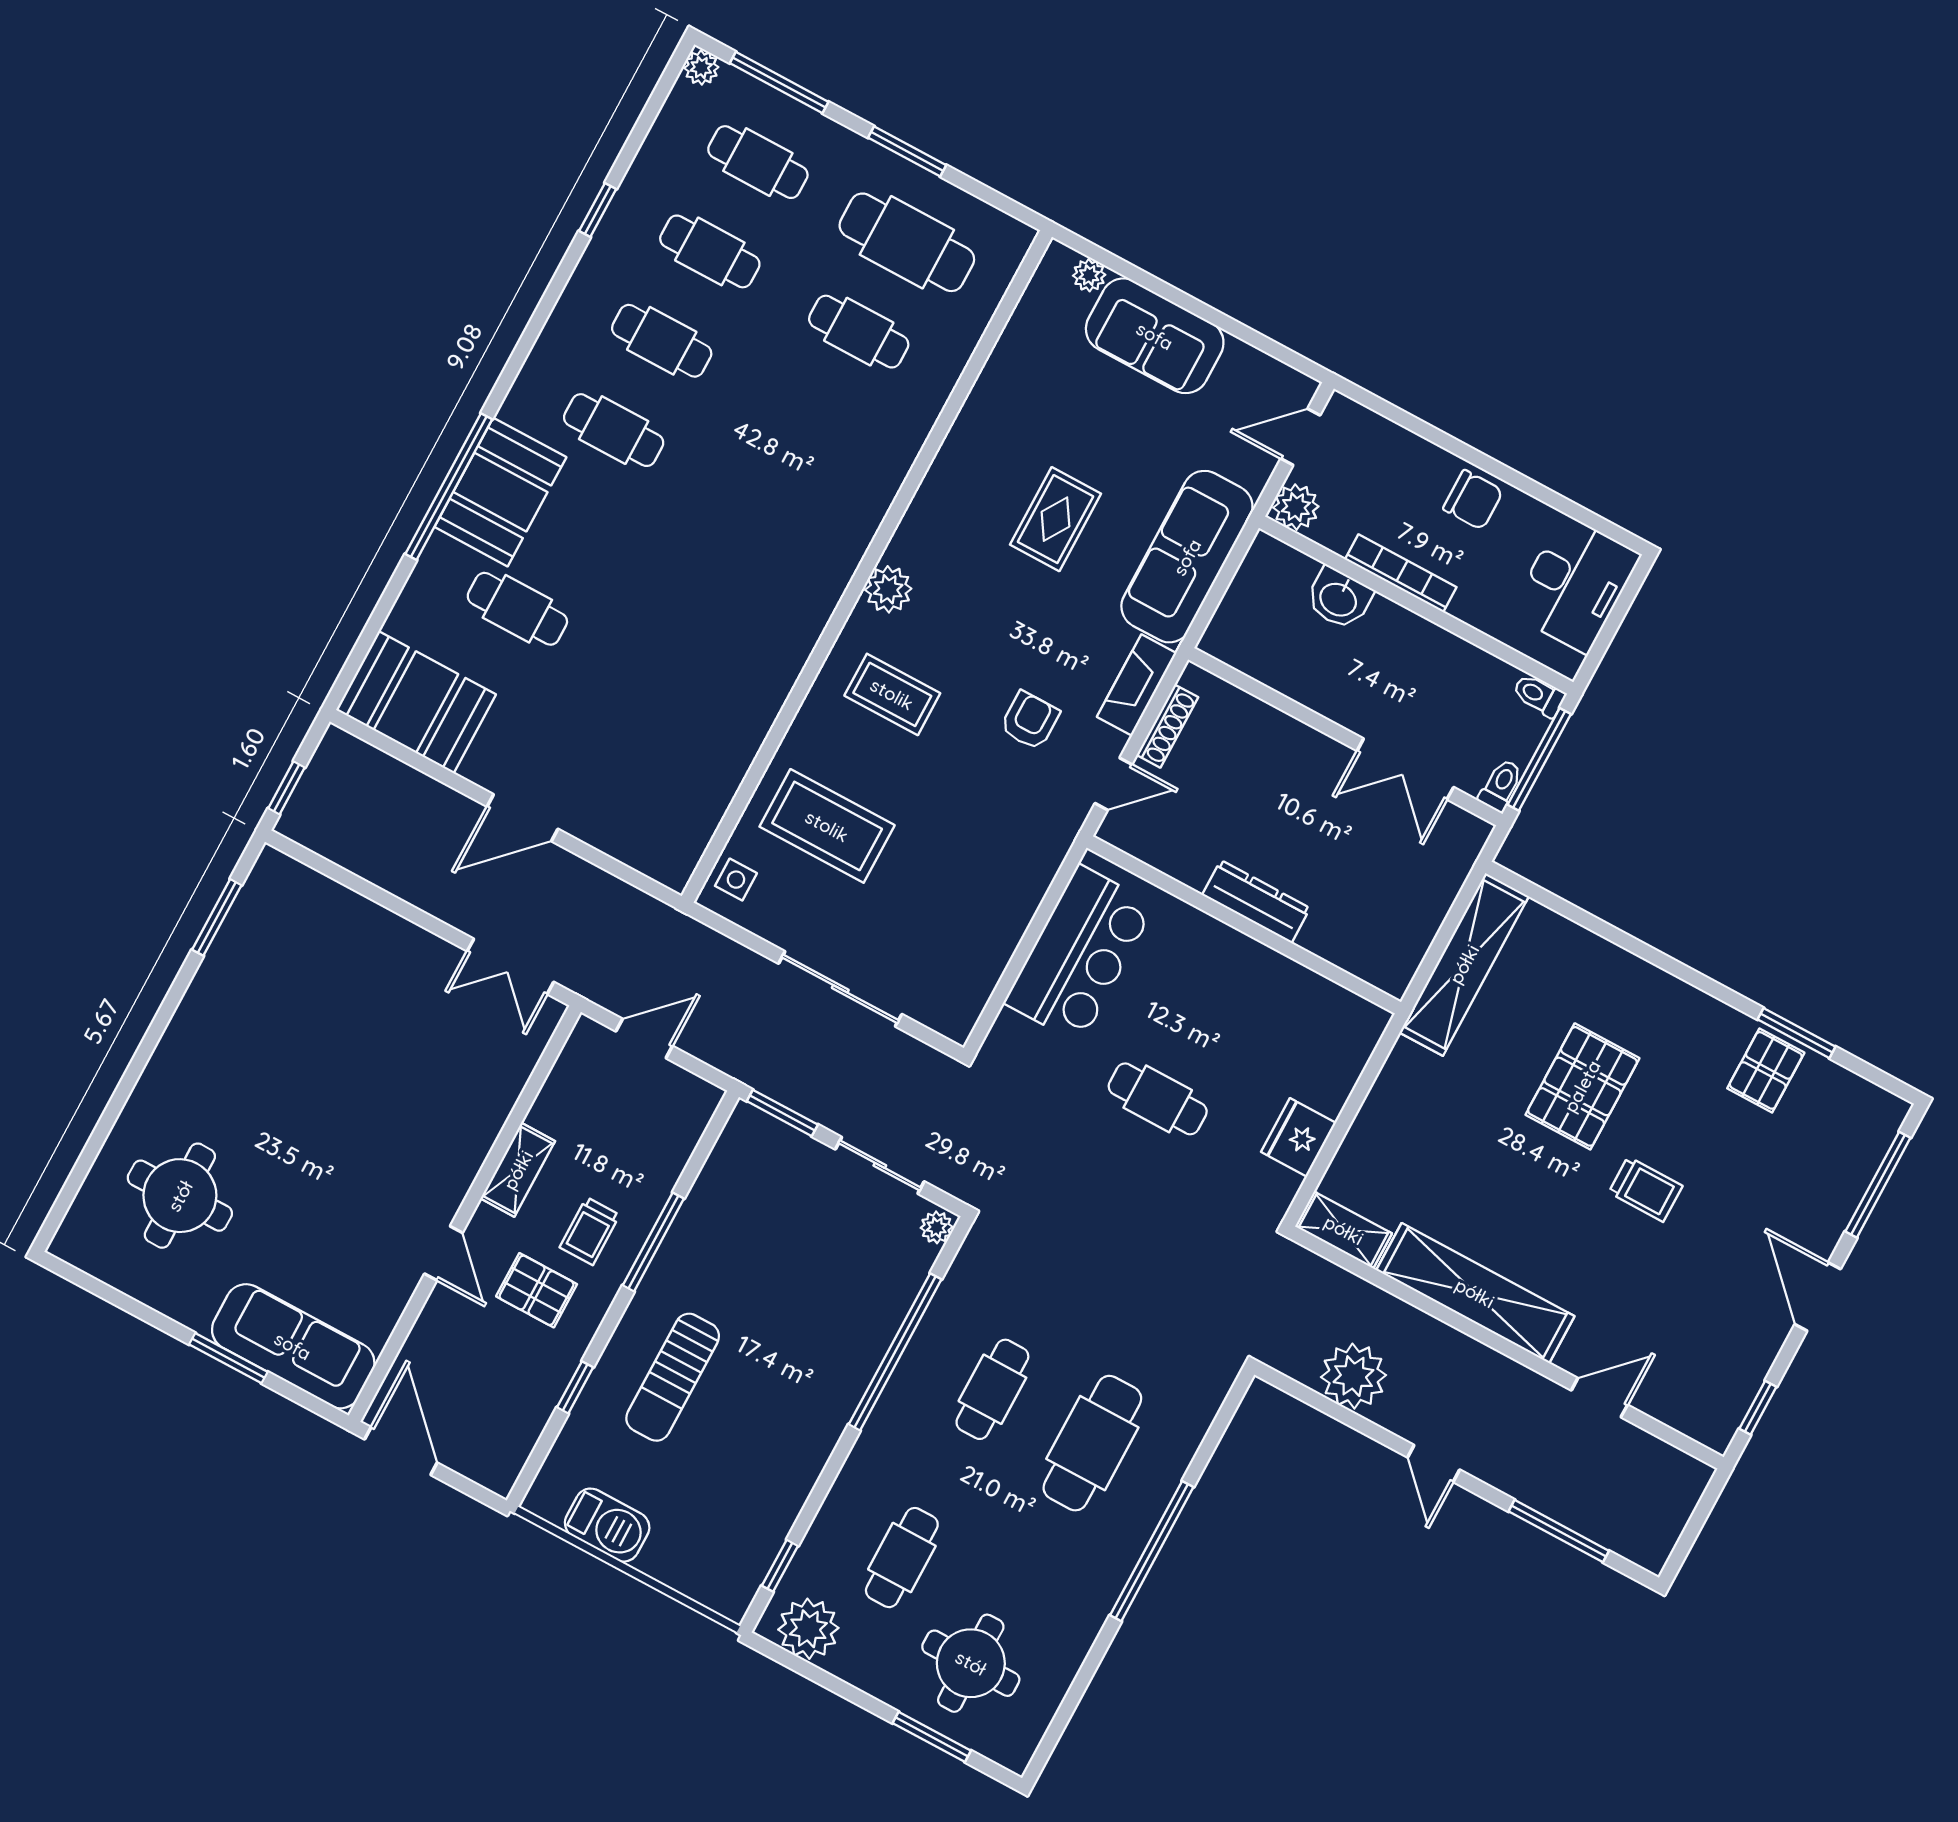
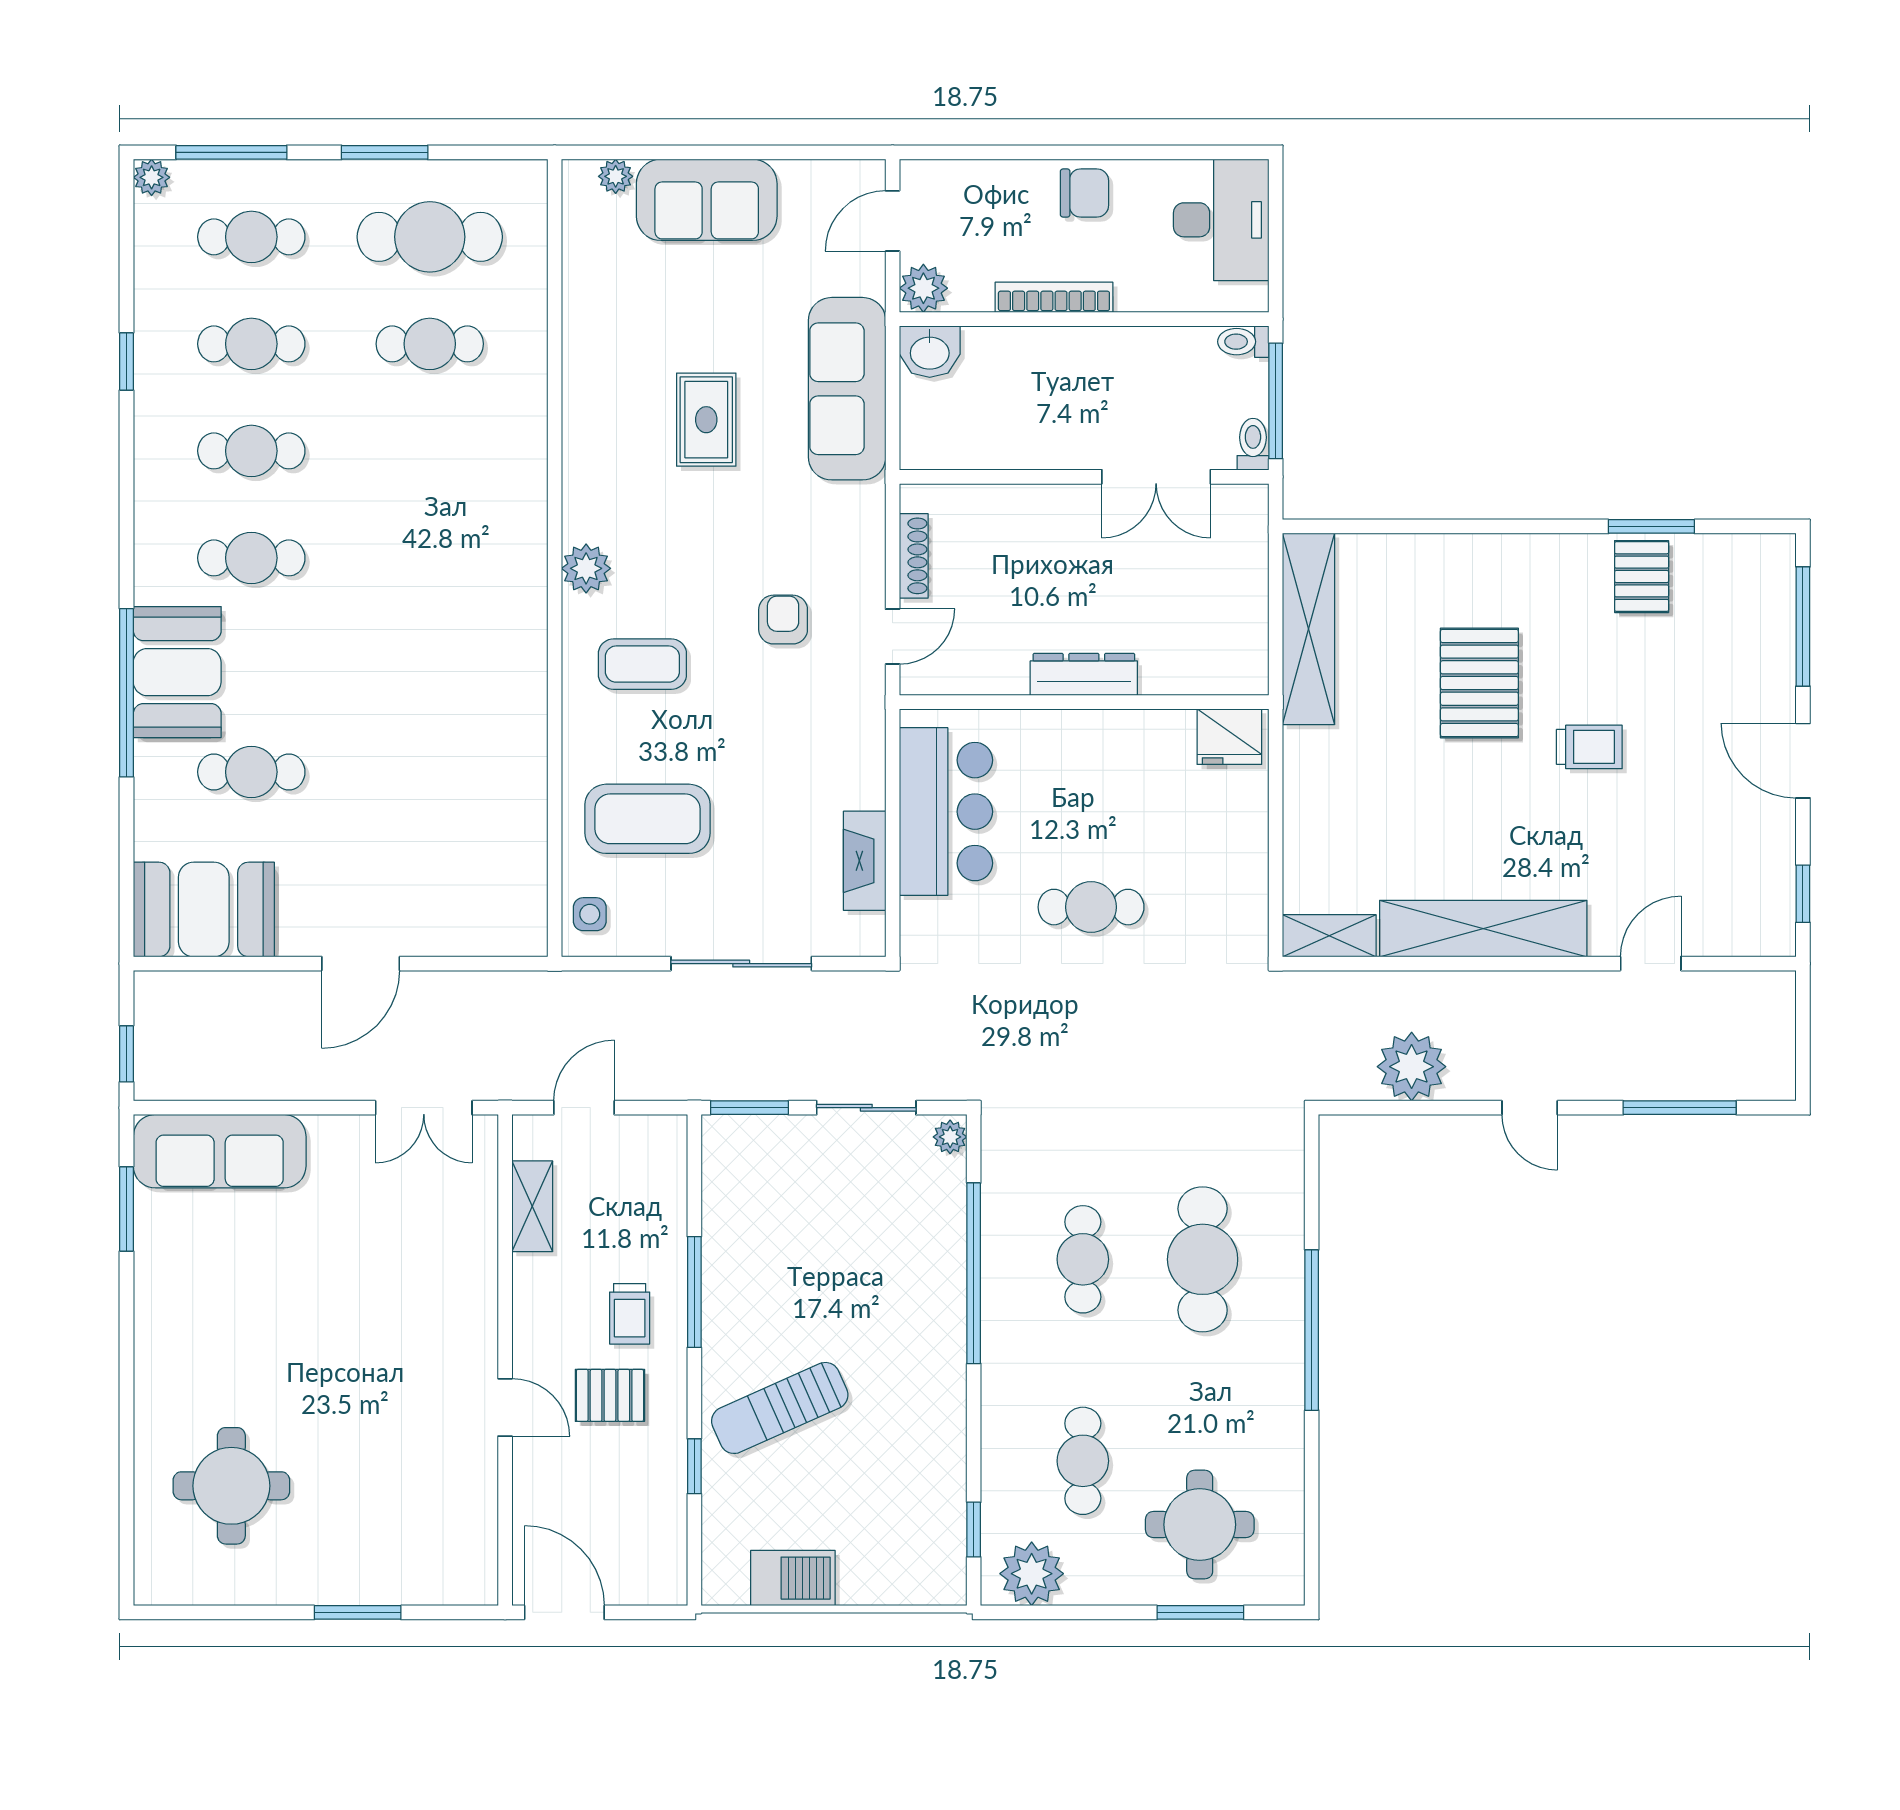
washbasin: (1339, 598) -> (930, 352), moved
fireplace: (1137, 685) -> (865, 861), moved
fridge: (1299, 1137) -> (1229, 737), moved, turned -90
shelving: (518, 1170) -> (532, 1206), moved
sofa: (293, 1346) -> (220, 1151), moved, turned 180
sun lounger: (673, 1377) -> (780, 1408), turned 66

